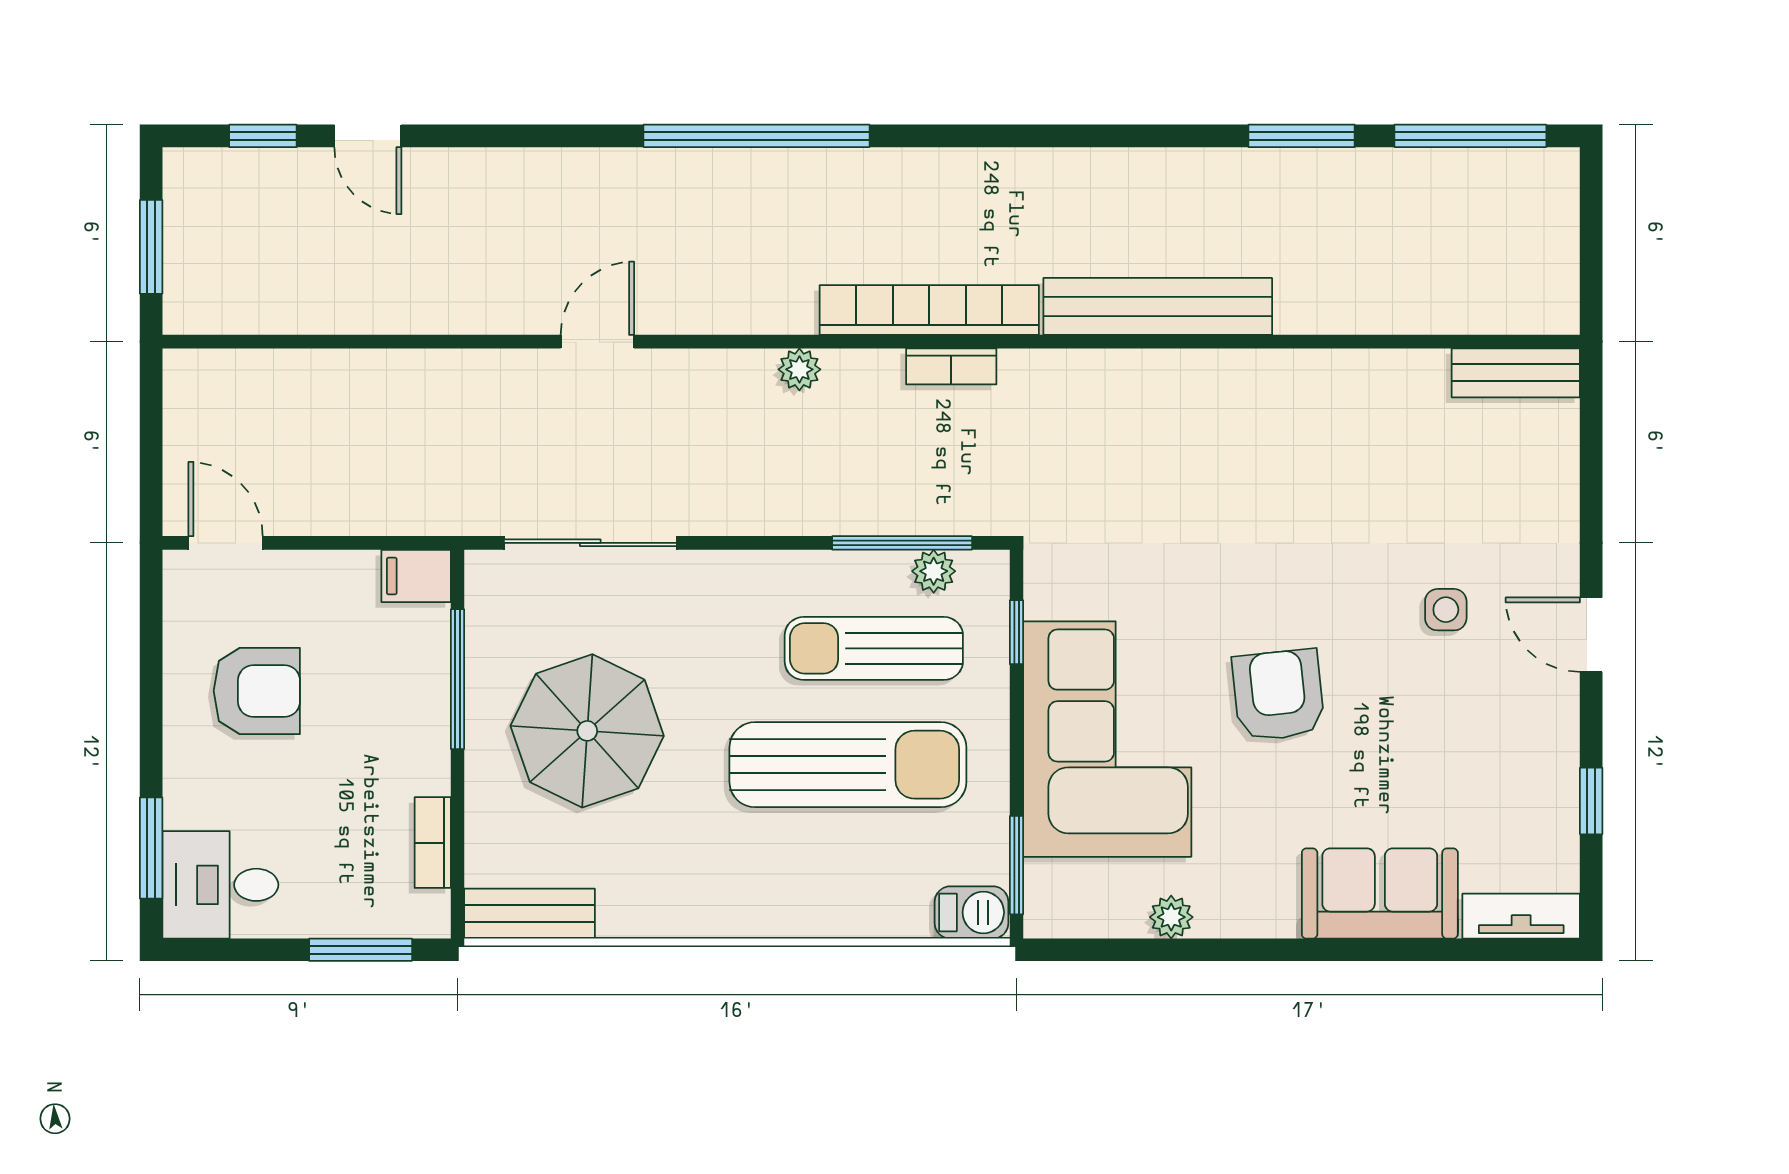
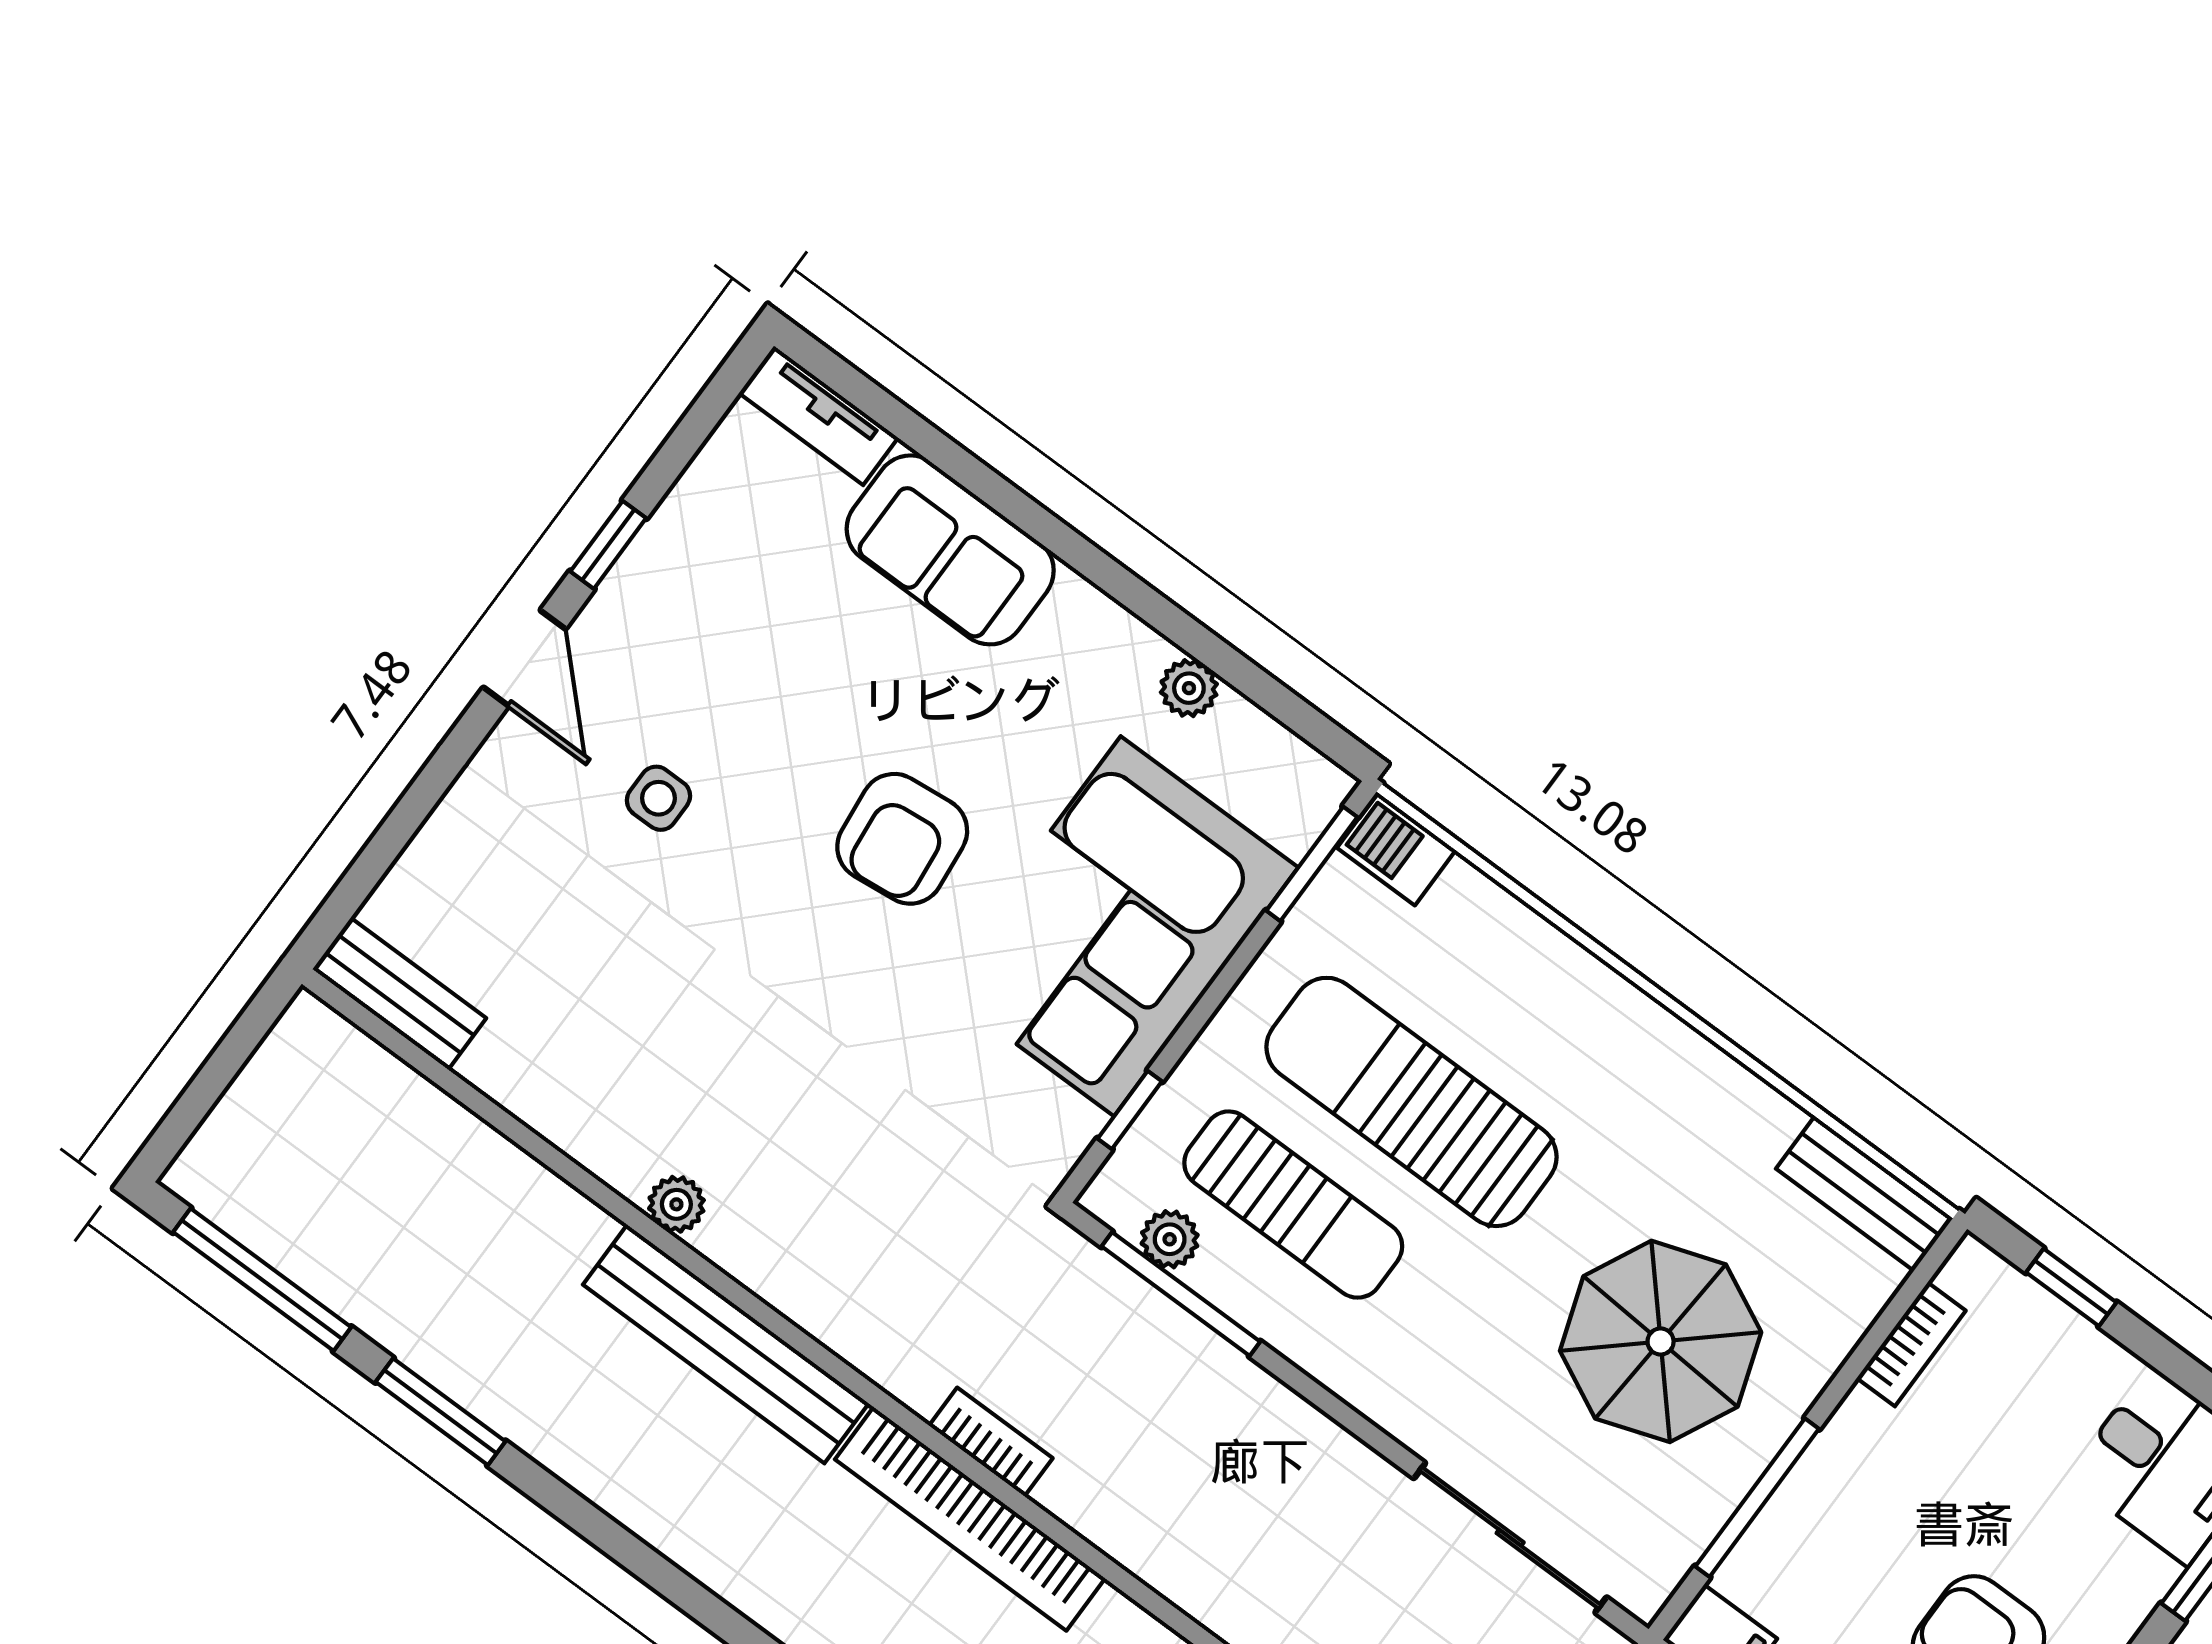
plant: (799, 369) -> (676, 1204), moved
window: (1591, 801) -> (608, 545), moved
window: (361, 950) -> (2071, 1287), width x0.67

